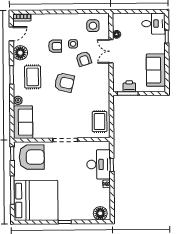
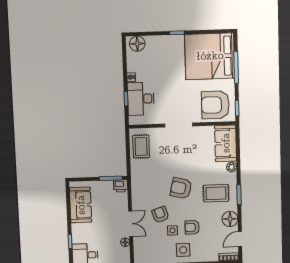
side table: (93, 26) -> (183, 250), moved
rug: (33, 77) -> (216, 193), turned 90
printer: (129, 86) -> (121, 186), moved

